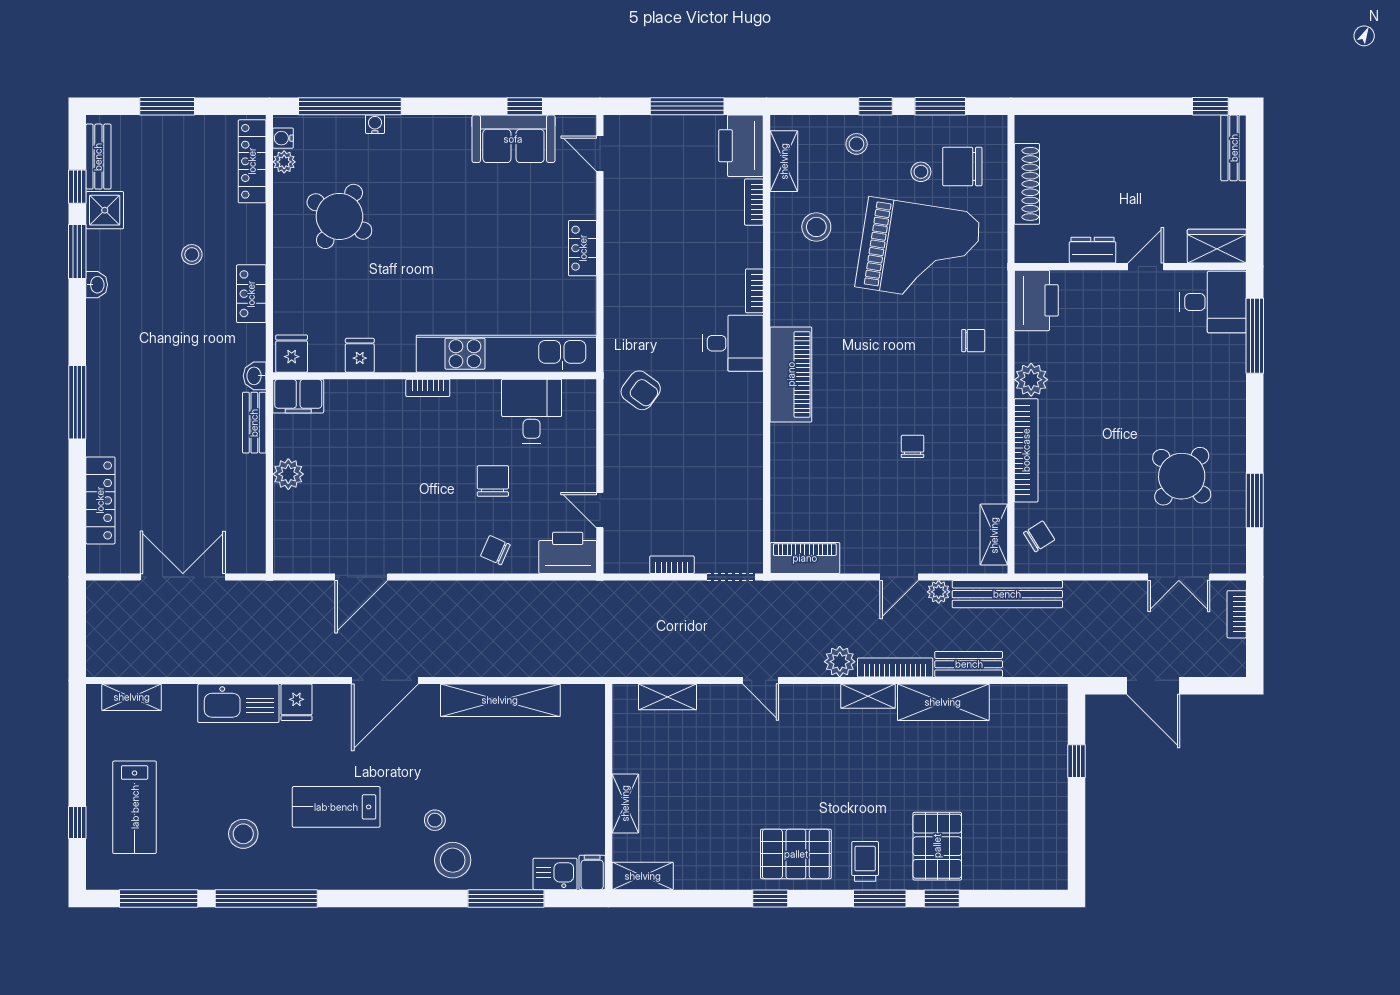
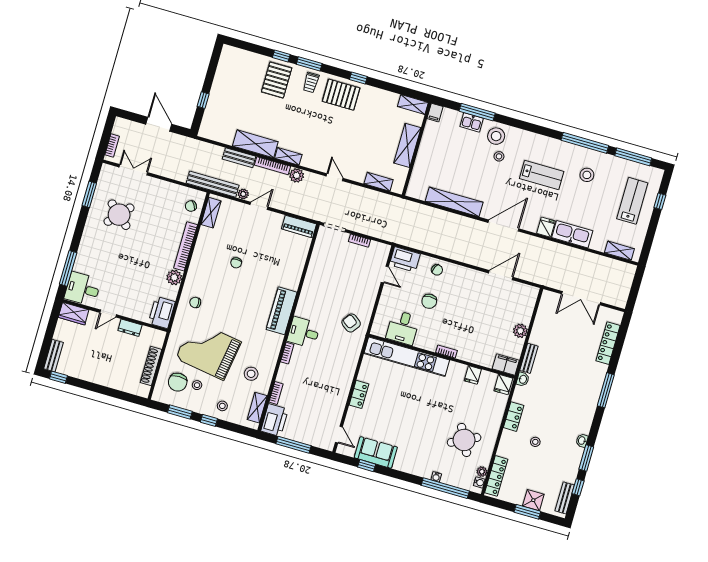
chair: (962, 166) -> (178, 382), turned 90
shower: (105, 210) -> (533, 500), moved
round table: (339, 216) -> (464, 440), turned 32
shelving: (625, 803) -> (407, 145), width x1.50, depth x1.33
kitchen sink: (555, 874) -> (472, 122), moved

